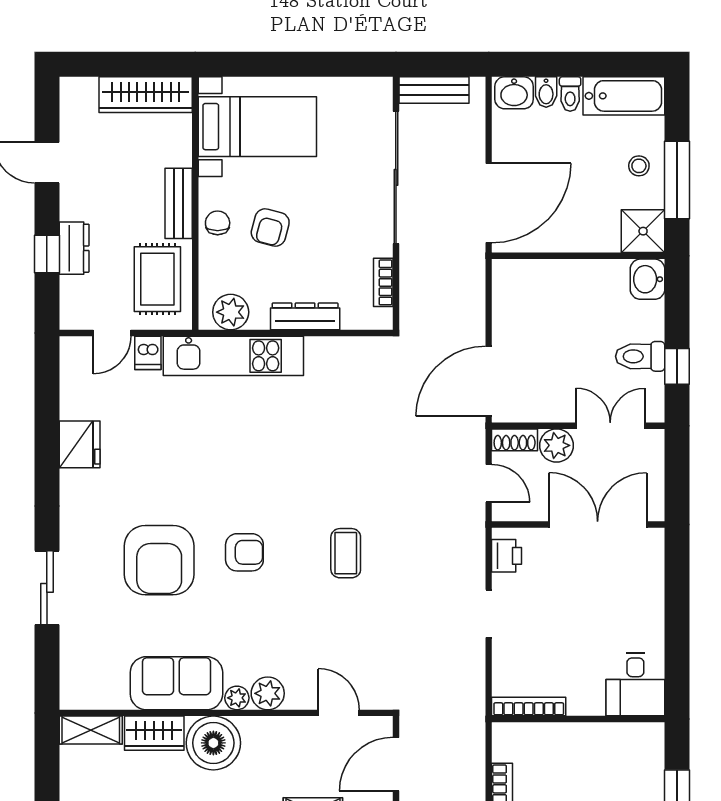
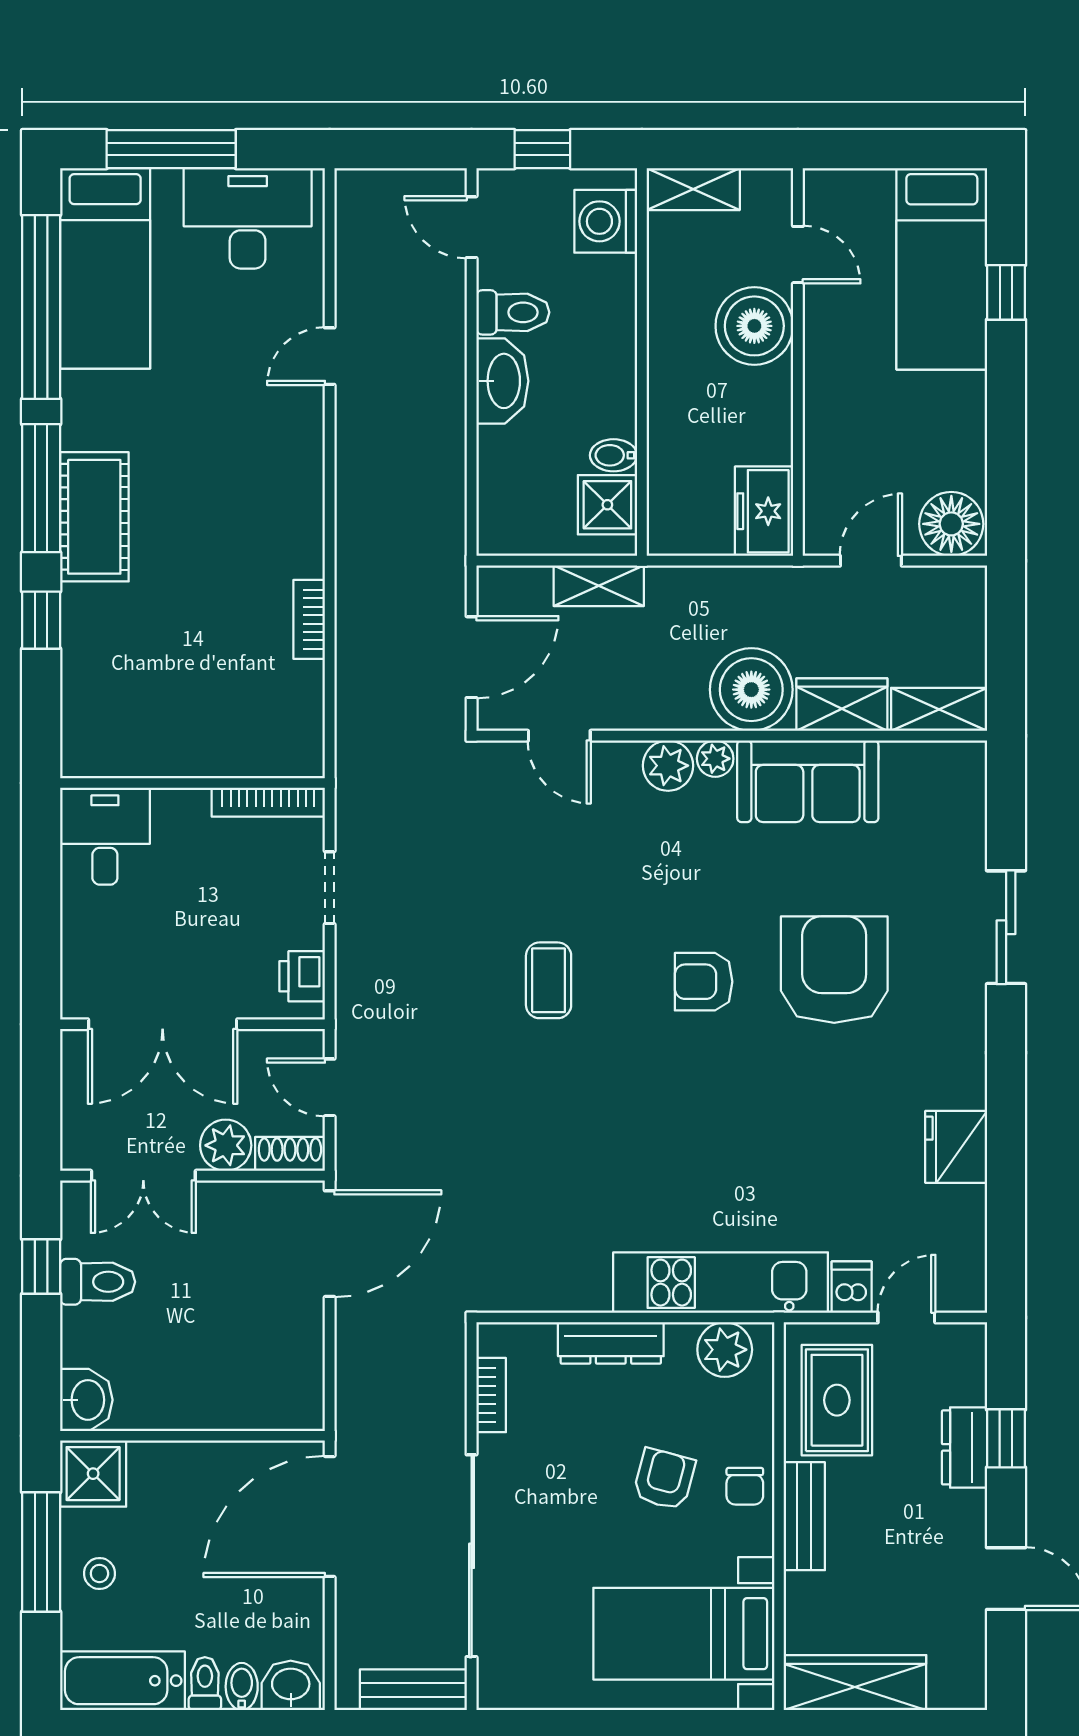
desk: (635, 684) -> (105, 836), moved
bookcase: (529, 707) -> (268, 802), moved
wall: (578, 719) -> (192, 783), moved

